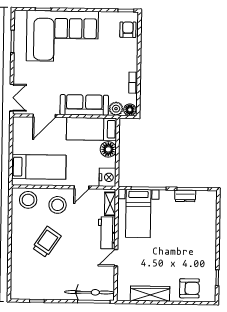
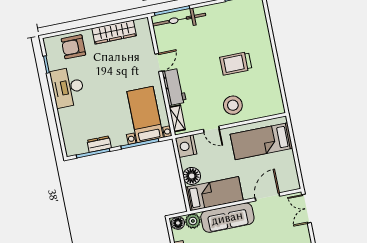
door: (82, 187) -> (211, 129), swing flipped
stool: (28, 200) -> (265, 104), removed
trolley: (47, 242) -> (236, 63), turned 56
desk: (203, 253) -> (68, 87), added

